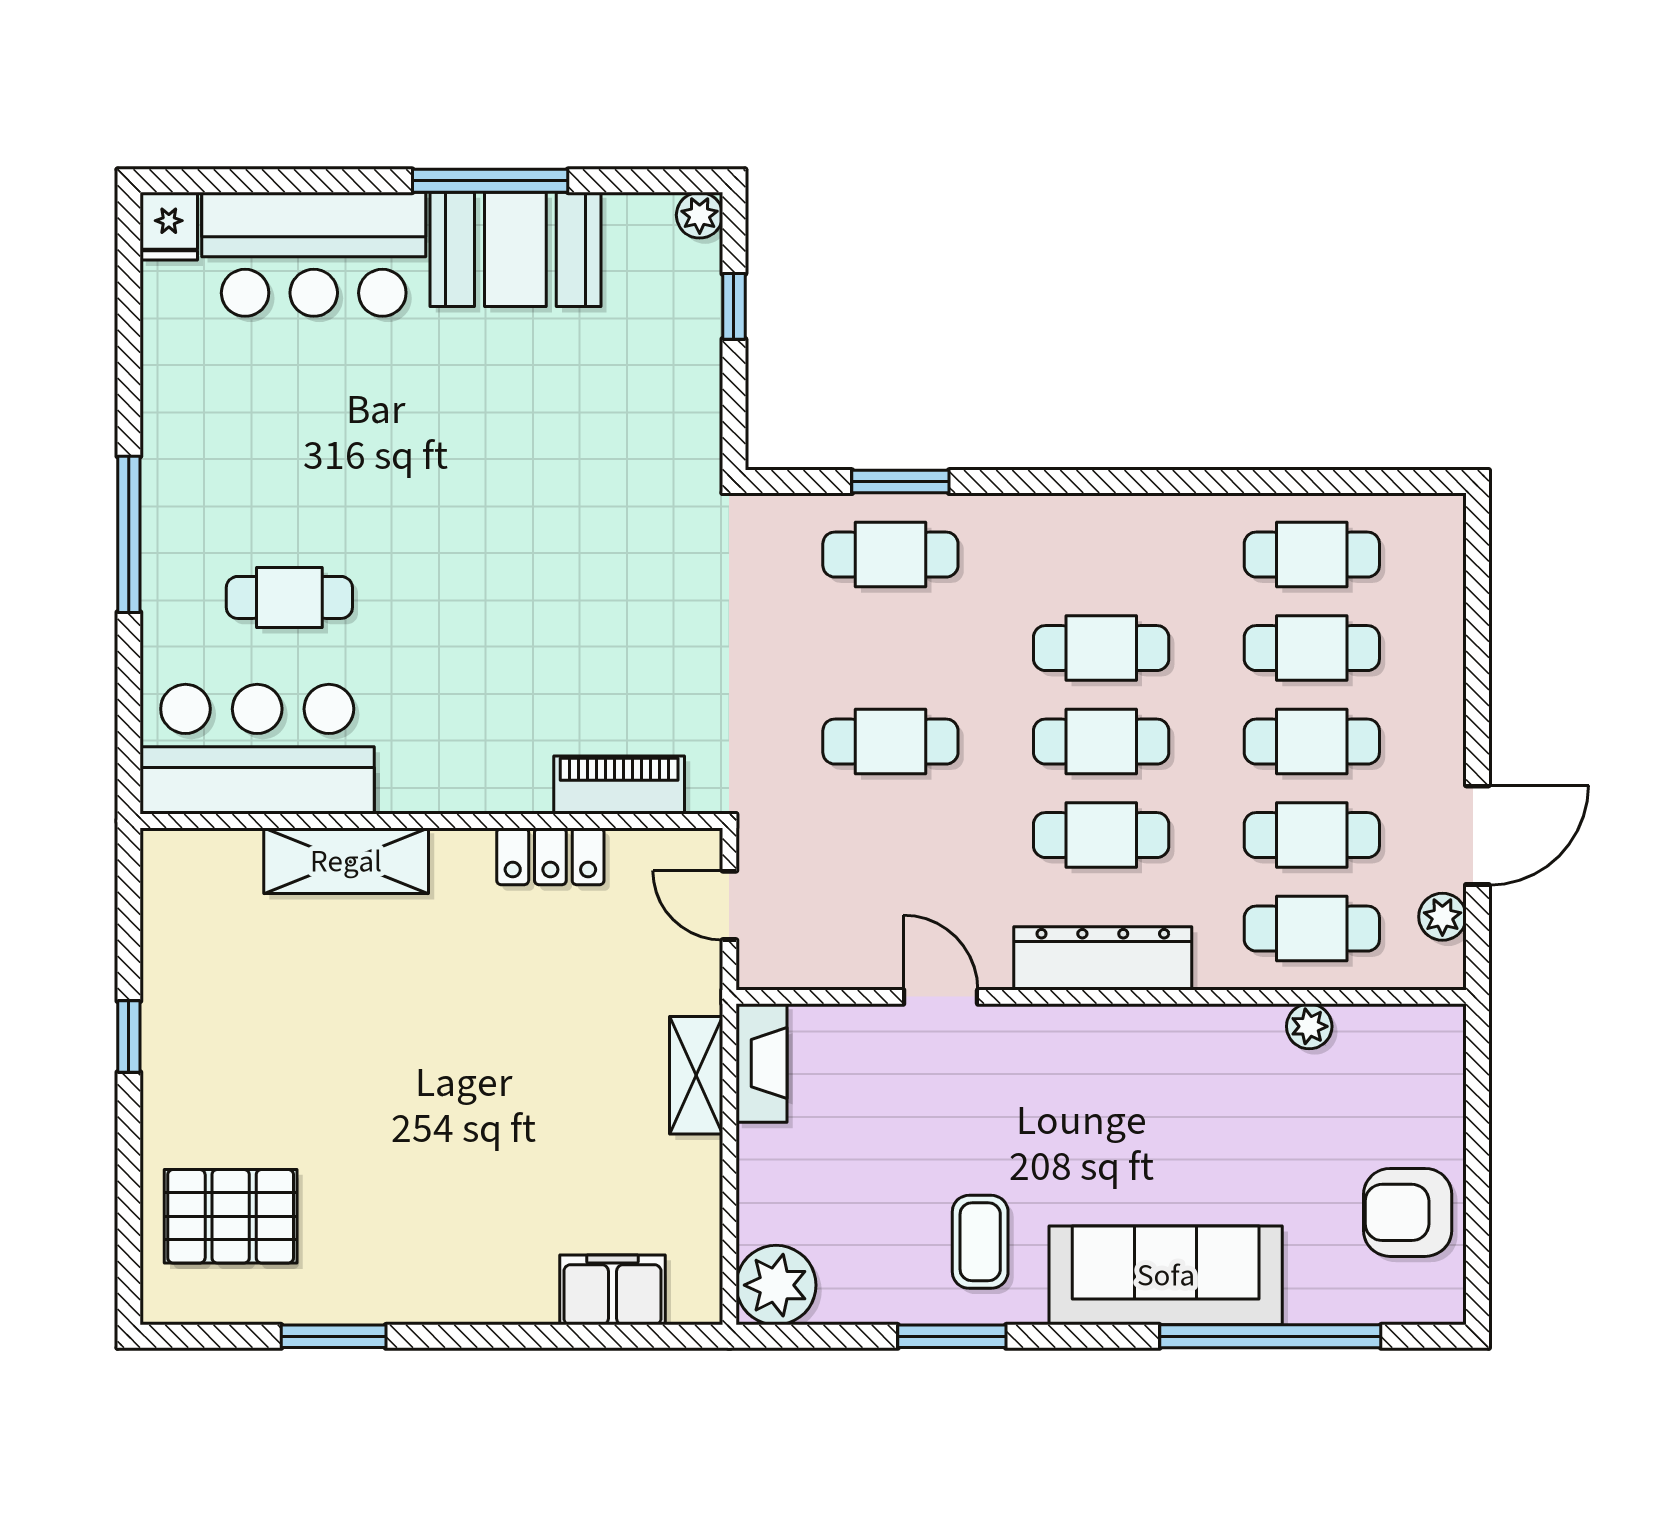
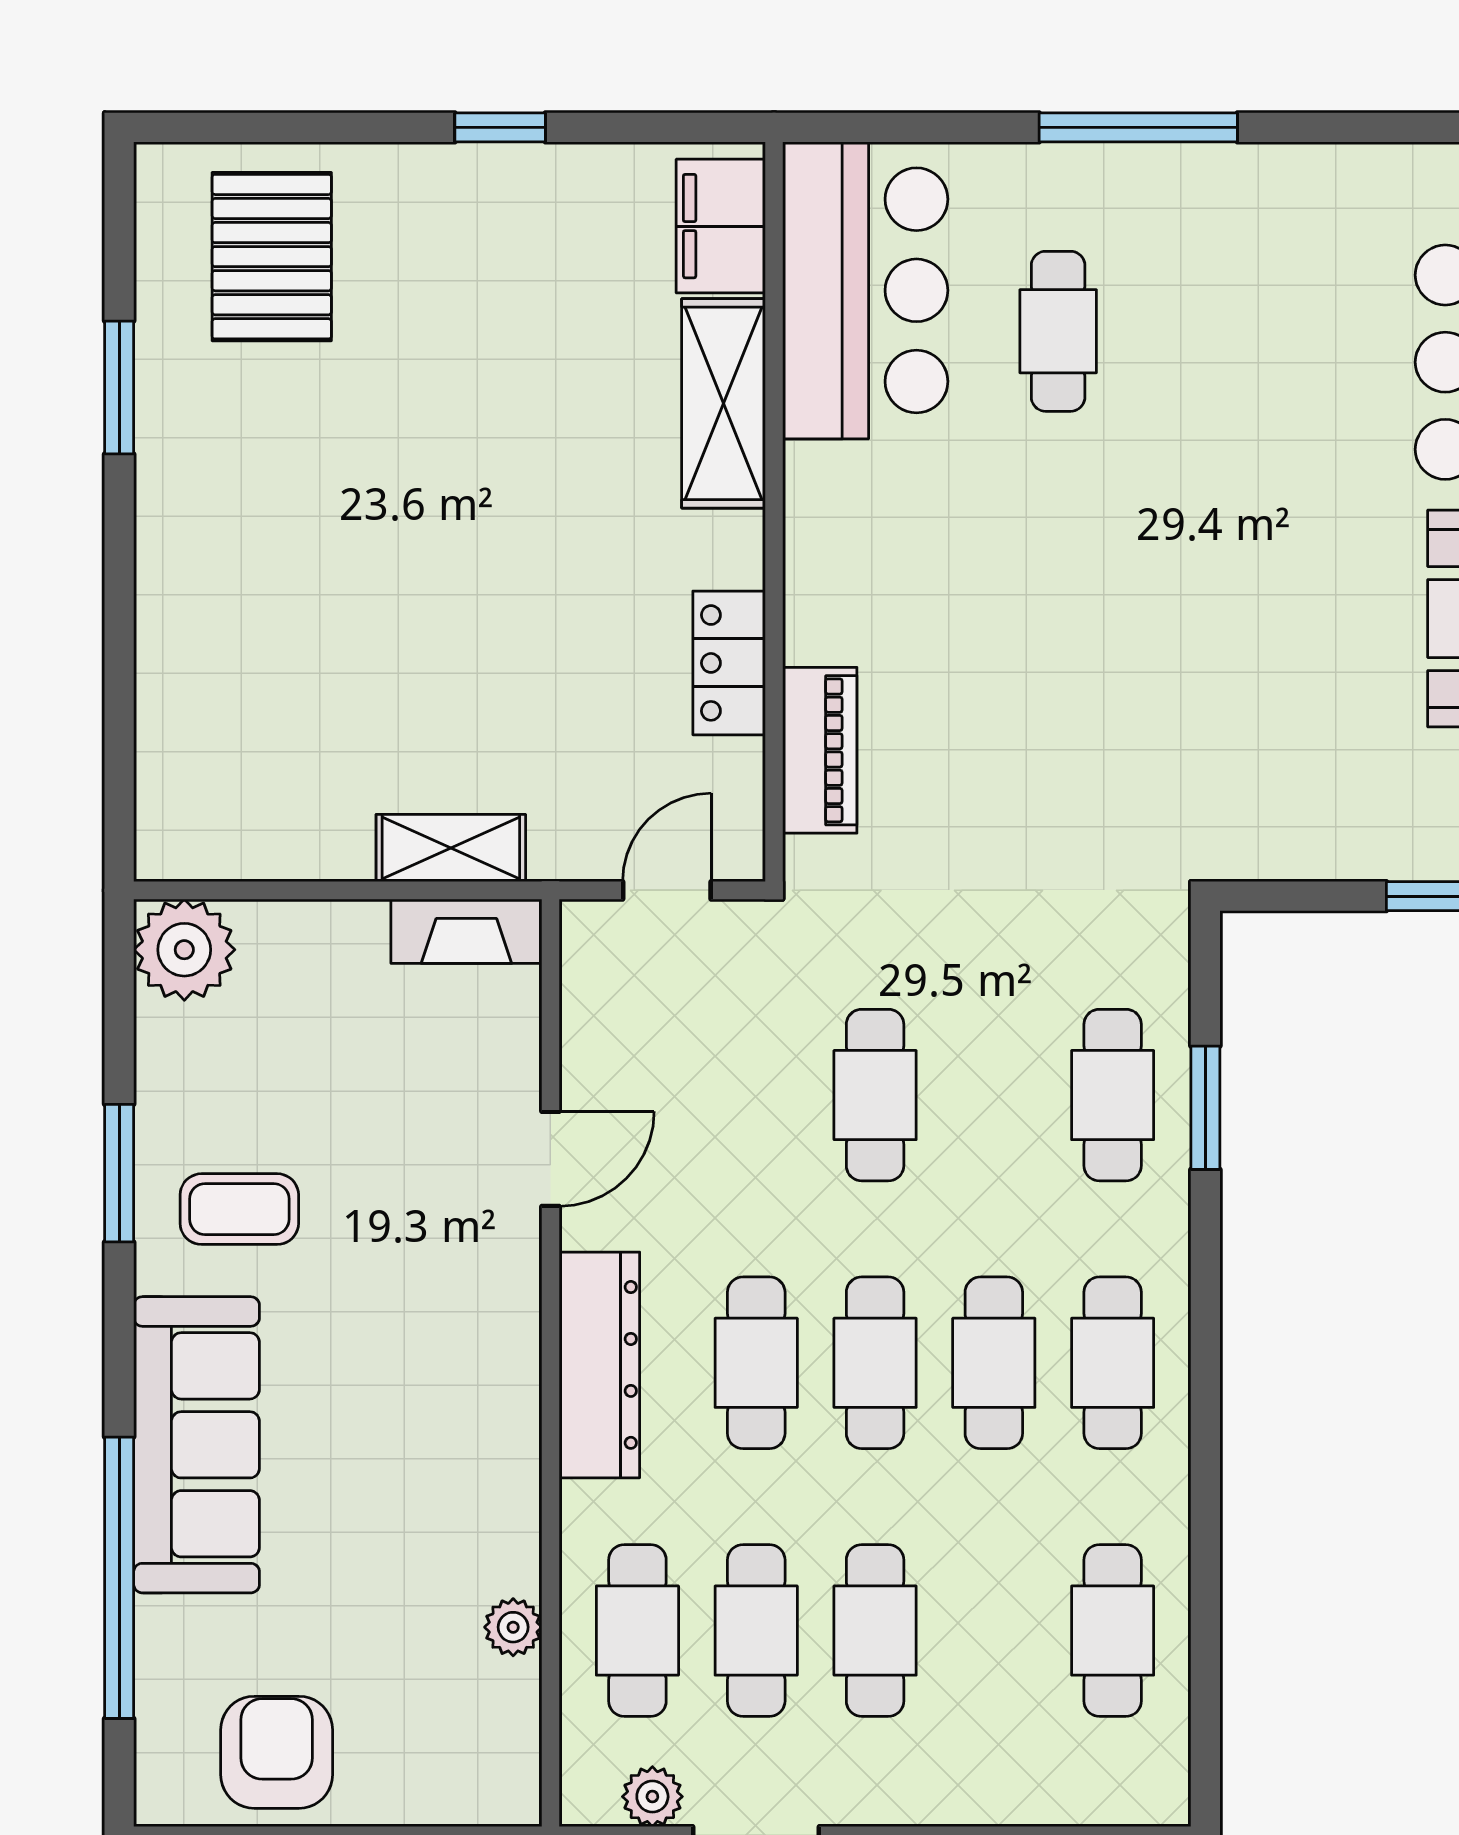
cafe table: (1312, 648) -> (1113, 1363), moved
filing cabinet: (612, 1290) -> (721, 226), moved, turned 180

